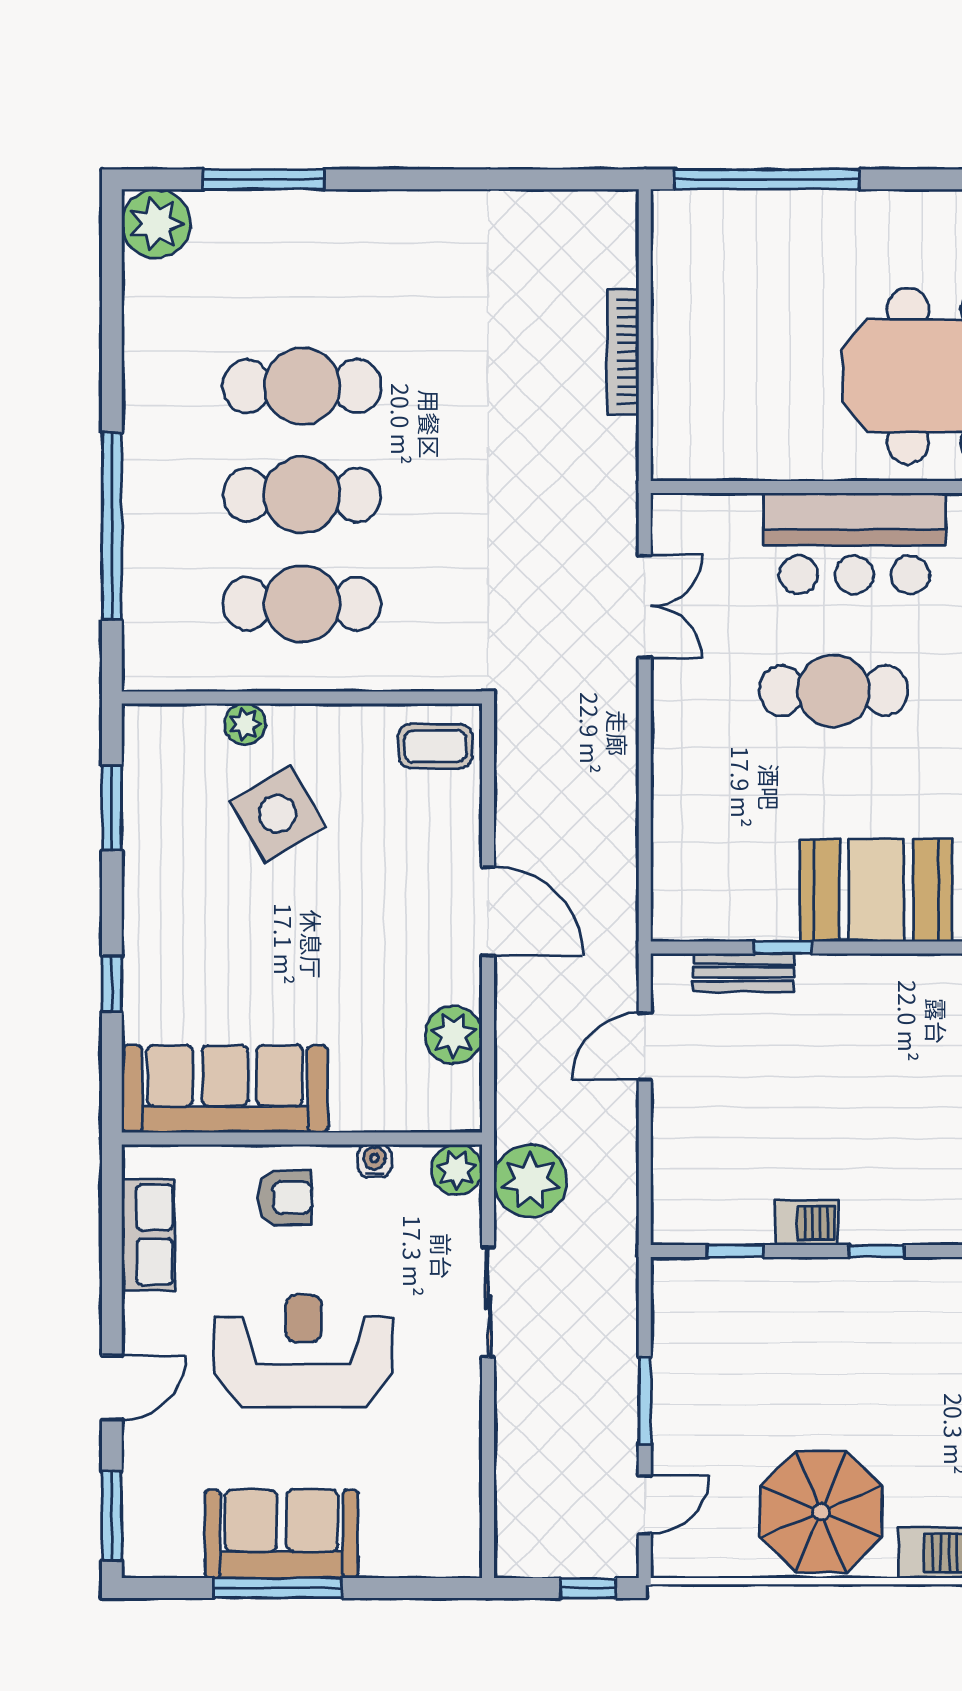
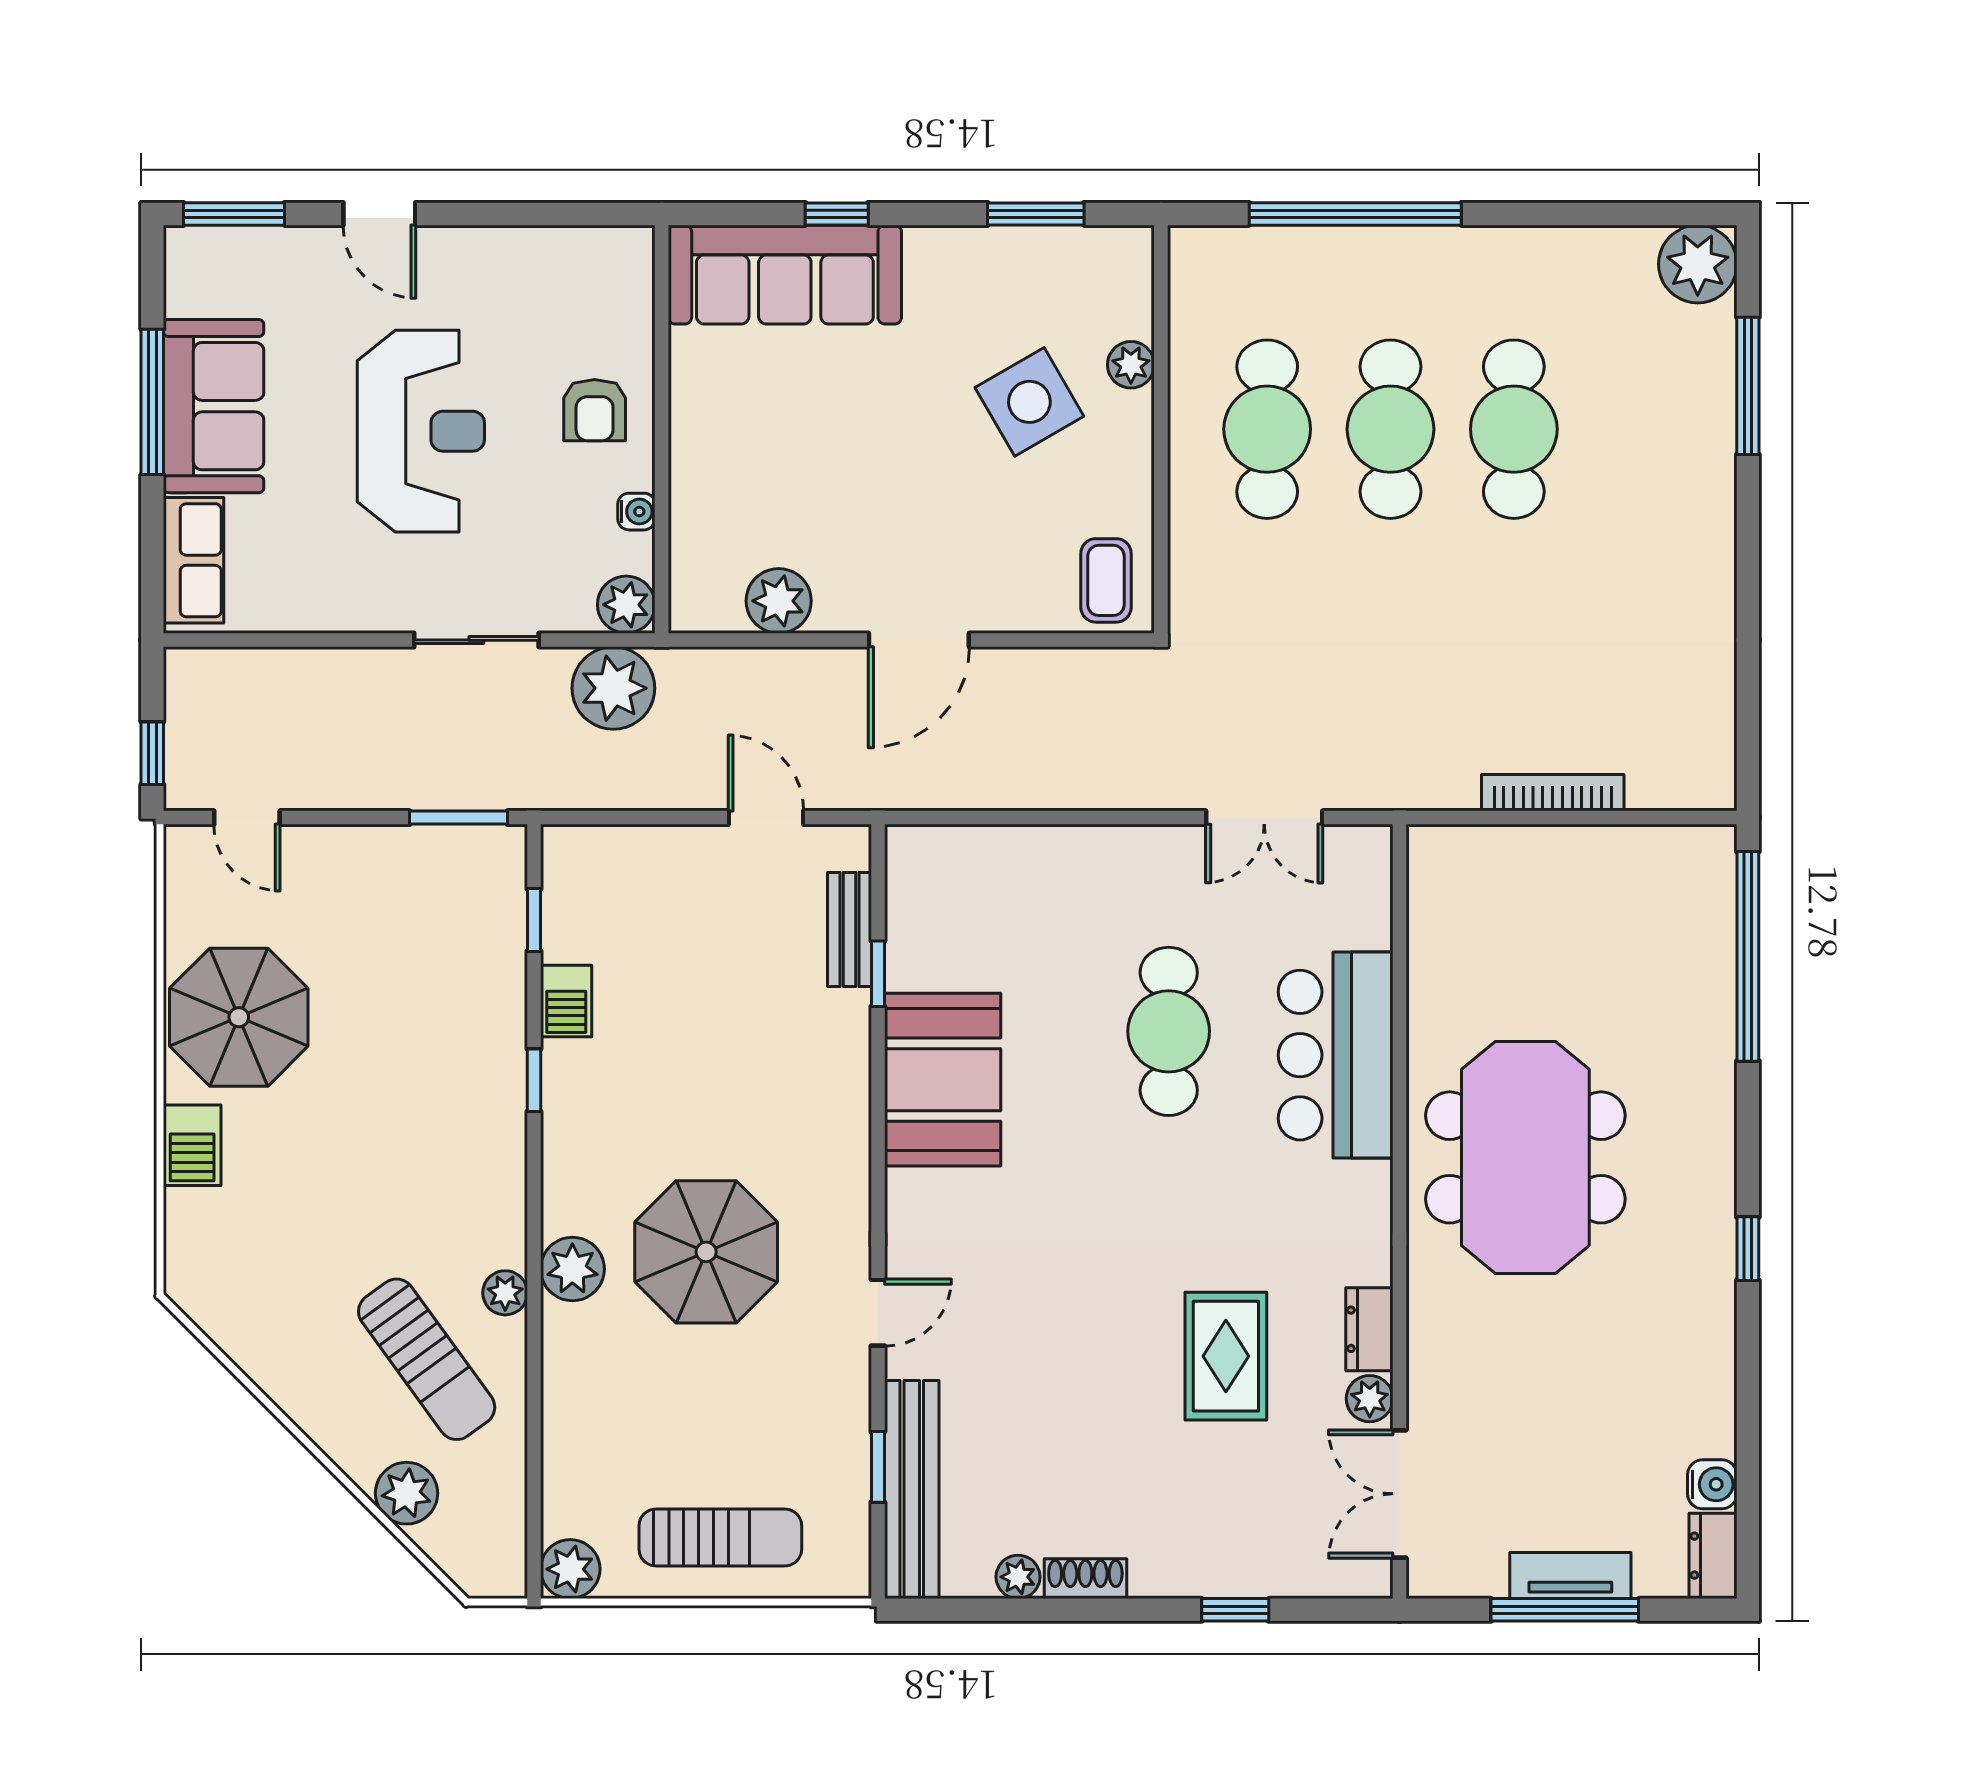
sofa: (225, 1089) -> (785, 275), moved, turned 90
row of seats: (148, 1235) -> (193, 560), moved, turned -90
window: (645, 1401) -> (458, 818), moved

